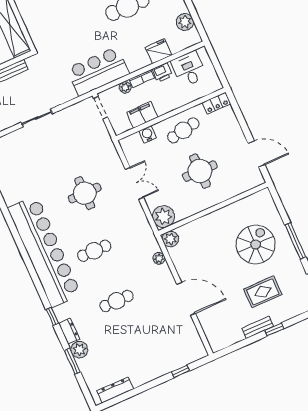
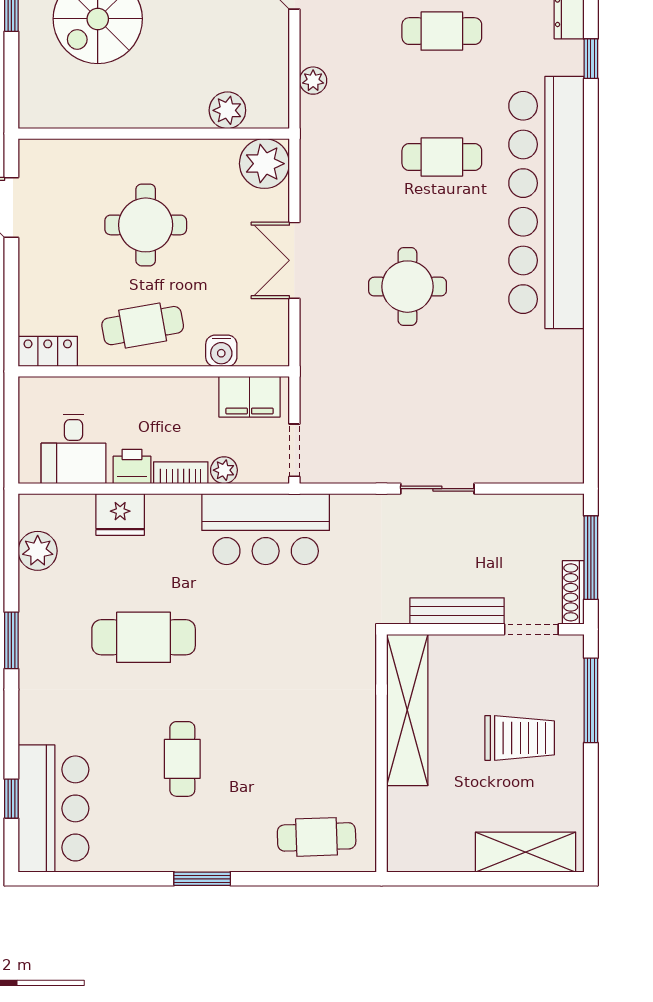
filing cabinet: (142, 115) -> (249, 397), moved
plant: (170, 239) -> (227, 110), moved

